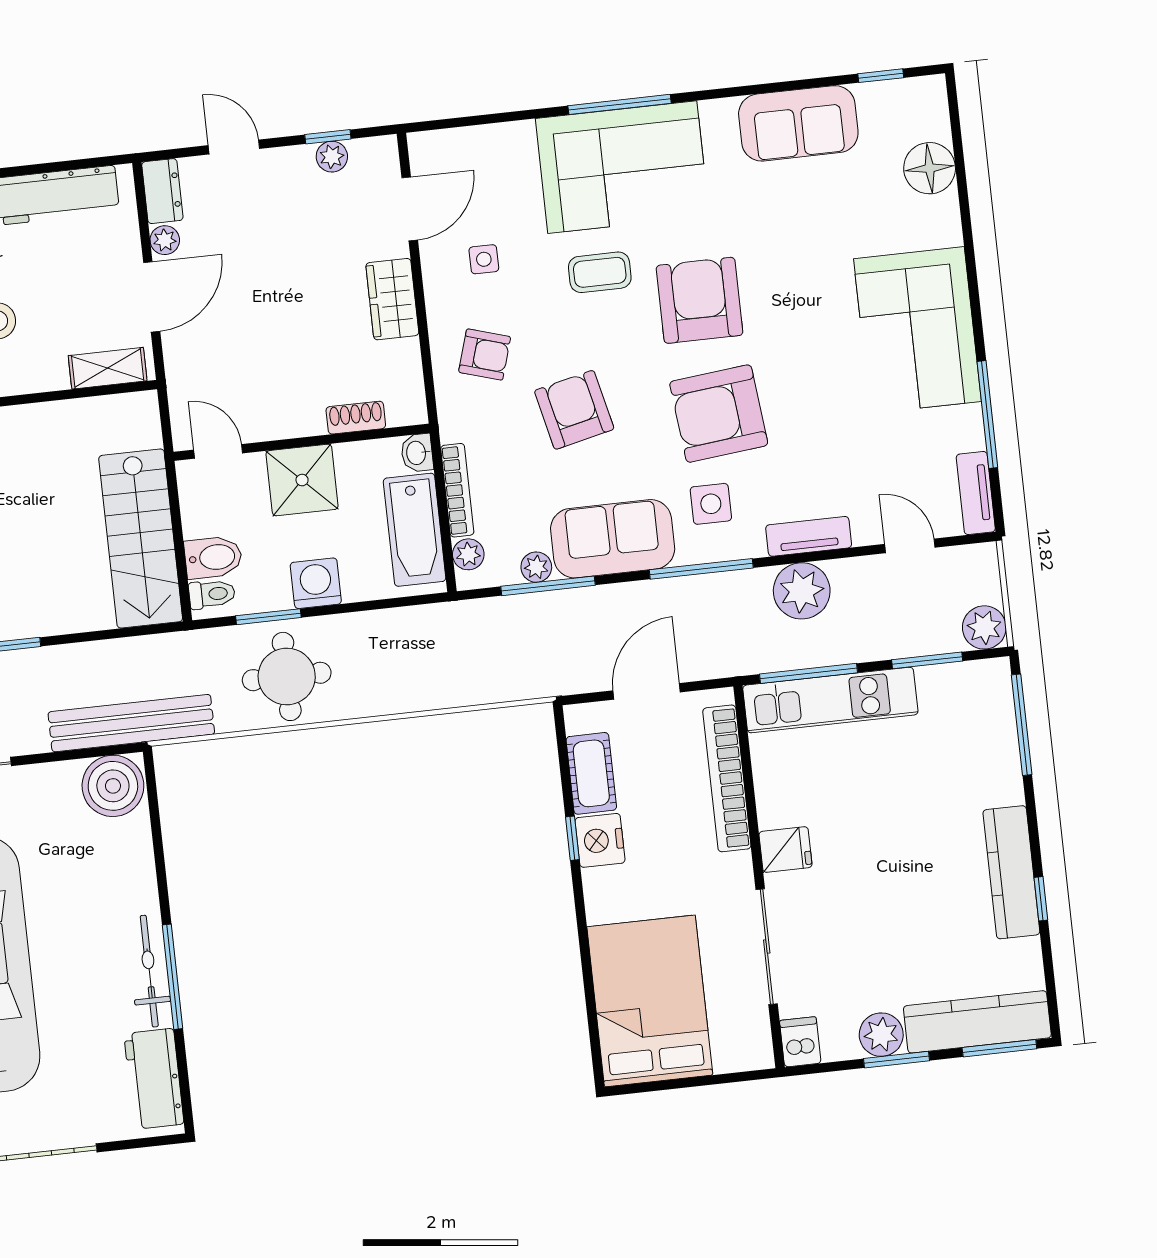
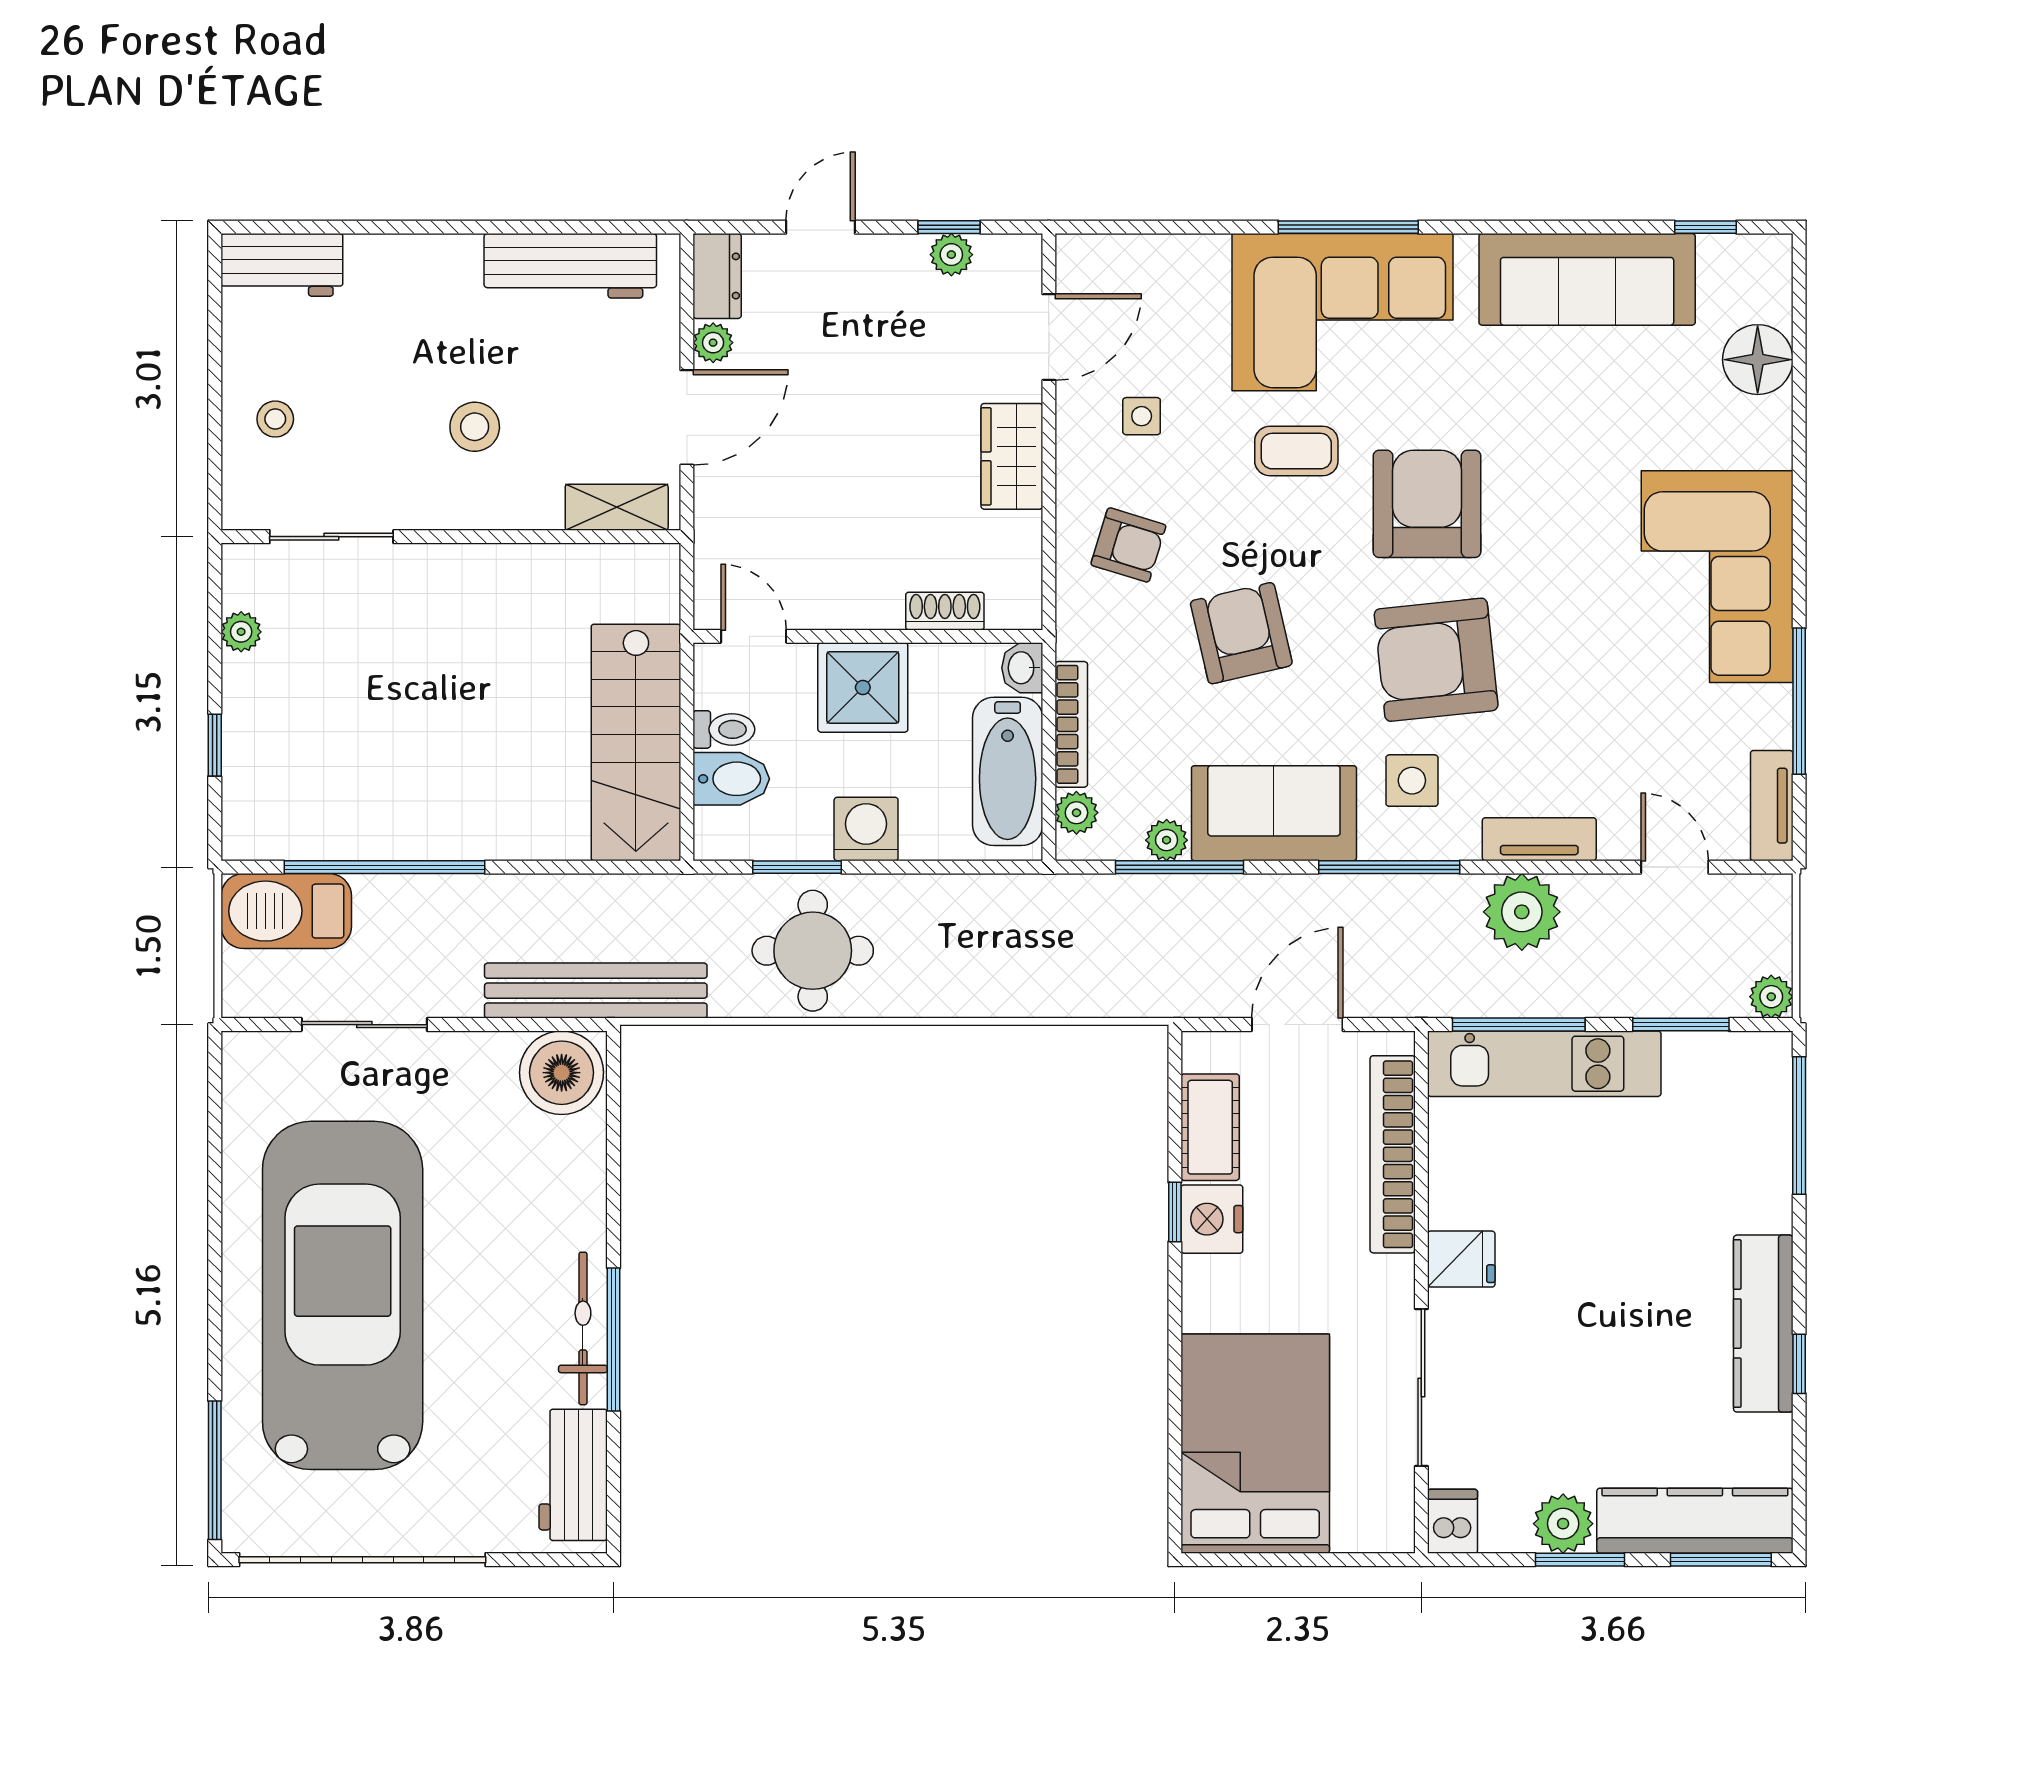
sofa: (798, 123) -> (1587, 279), width x1.36
door: (234, 147) -> (820, 227), hinge flipped
toilet: (212, 594) -> (724, 729), moved
plant: (984, 627) -> (1771, 997), width x0.73, depth x0.73

